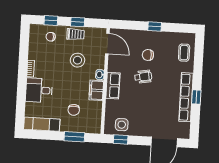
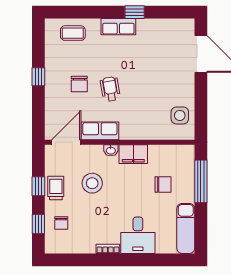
row of seats: (113, 86) -> (100, 131), moved
row of seats: (186, 97) -> (118, 27), width x0.50
window: (74, 137) -> (201, 181), width x1.44
window: (121, 139) -> (201, 116), removed

